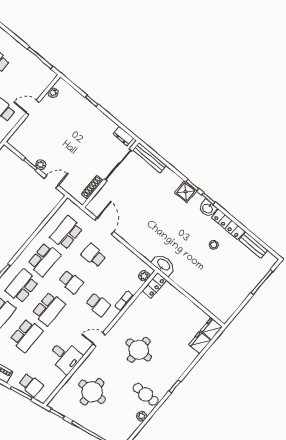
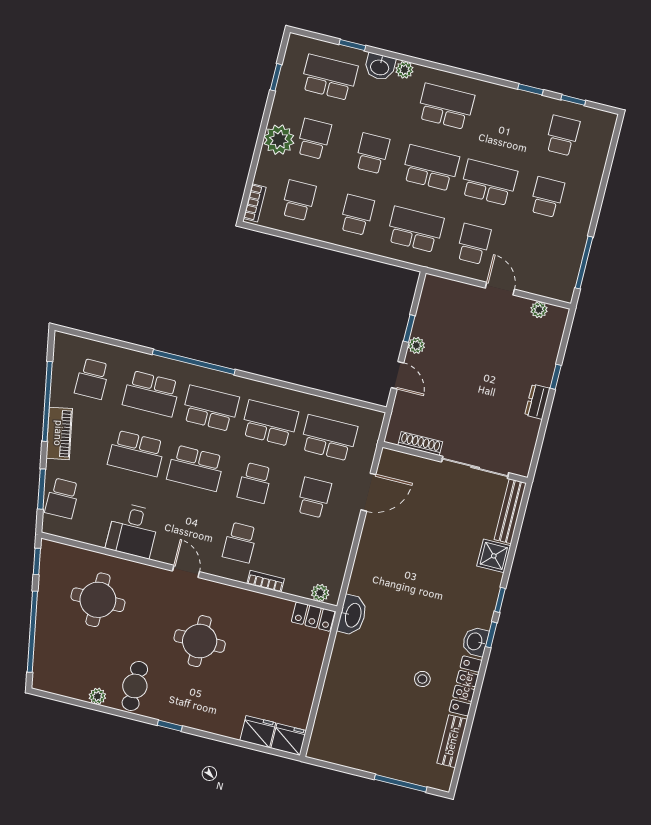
dresser: (123, 136) -> (537, 402), moved
shower: (186, 192) -> (494, 556), moved
school desk: (44, 259) -> (270, 423), turned 180

